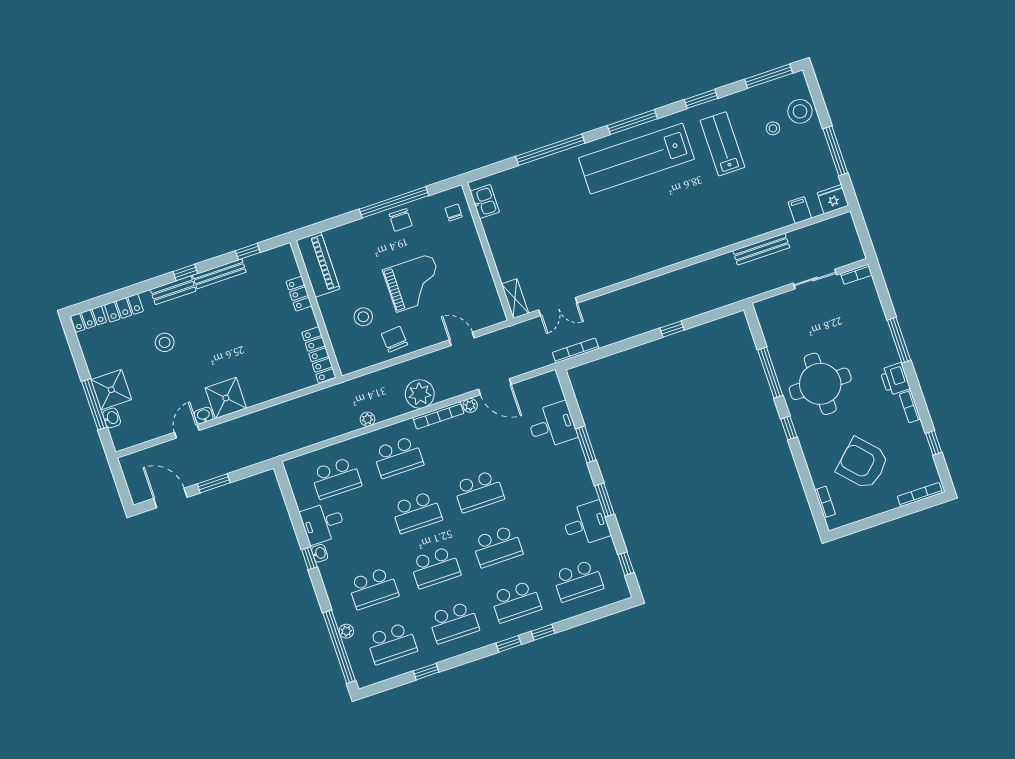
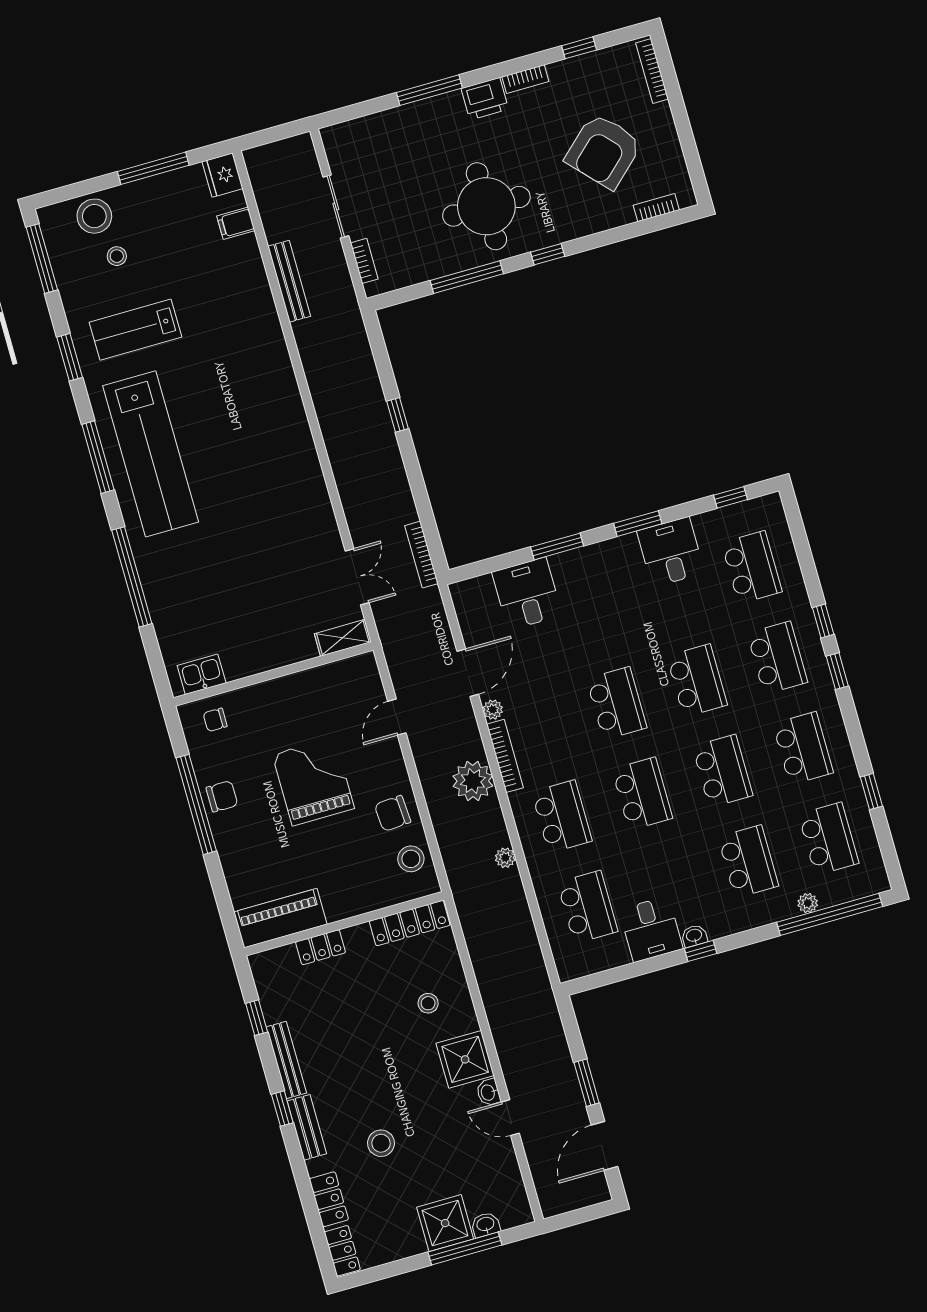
bookcase: (856, 274) -> (364, 261), moved
stool: (363, 317) -> (411, 859), moved
stool: (264, 370) -> (428, 1003), added

